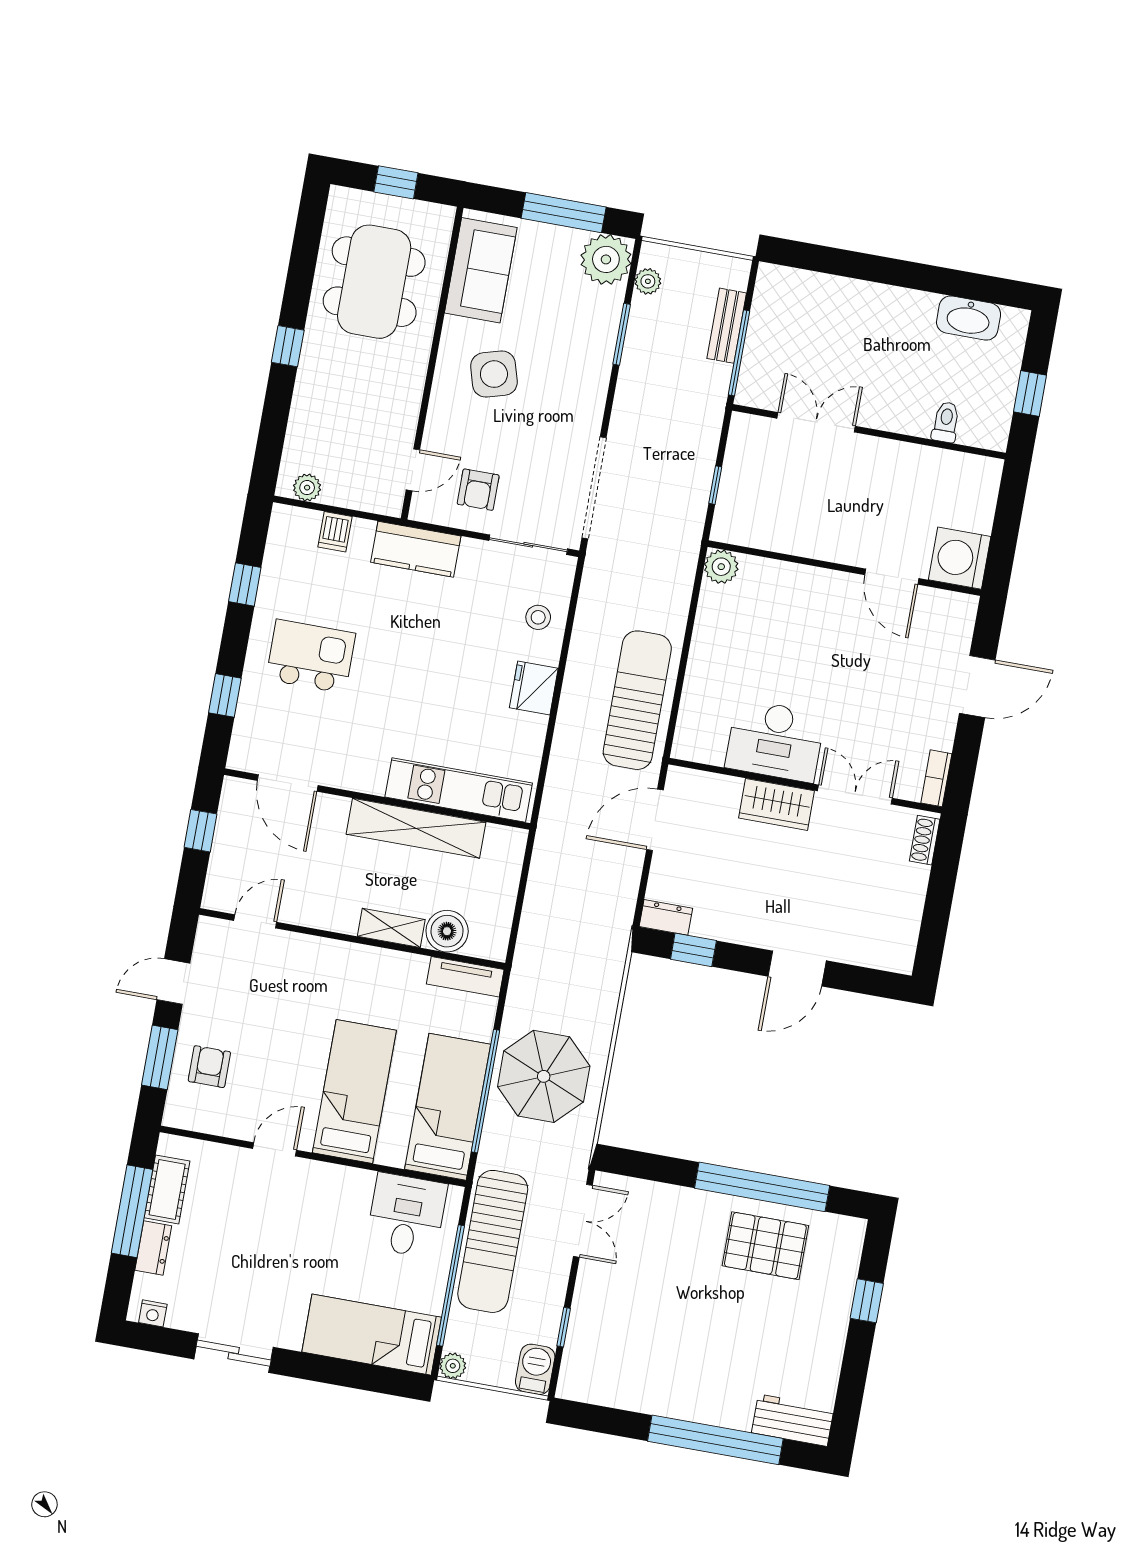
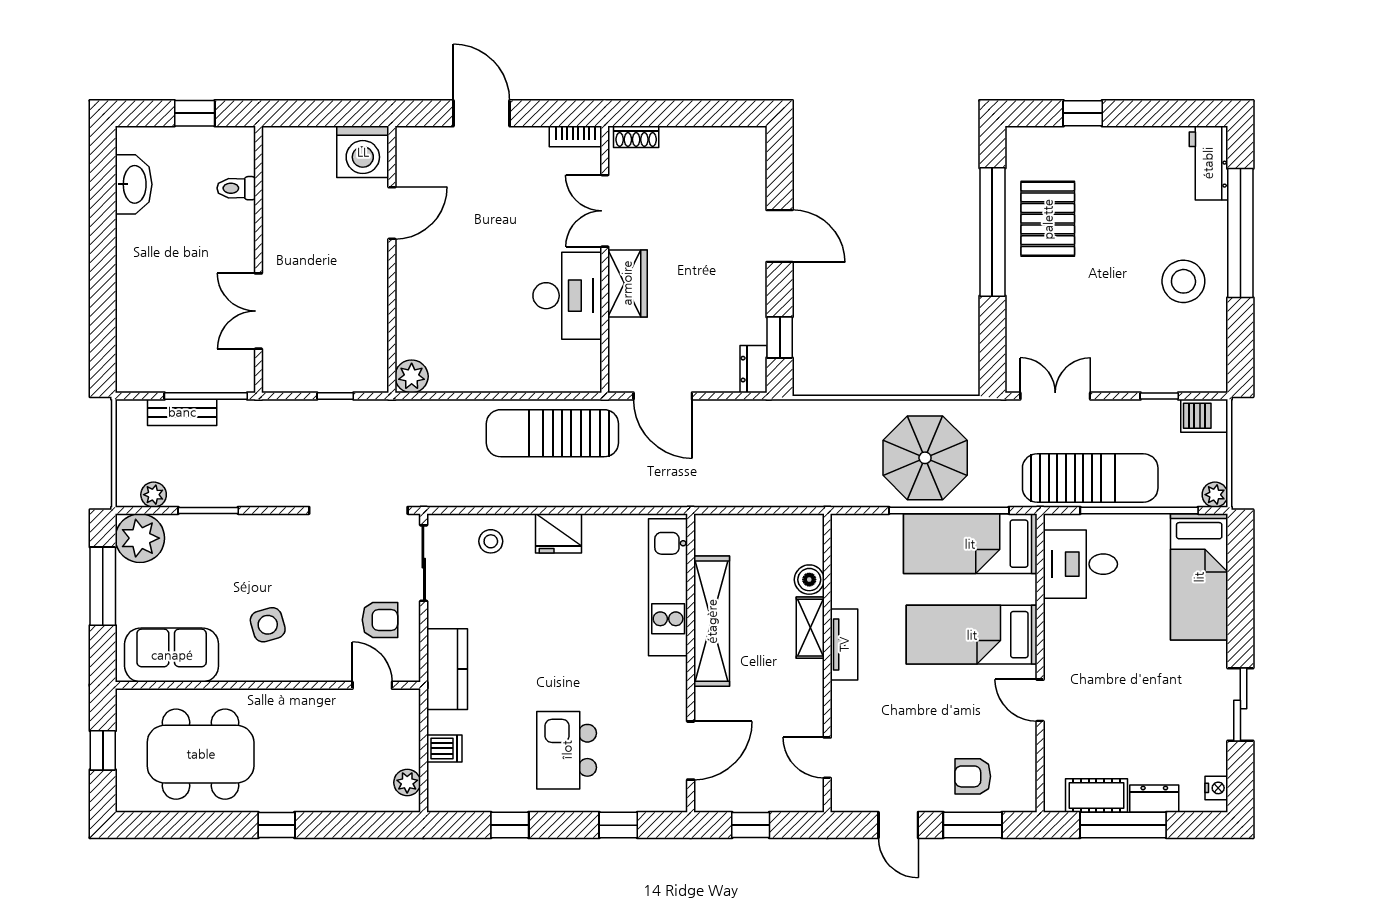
side table: (494, 374) -> (268, 625), width x0.73, depth x0.73
boiler: (447, 931) -> (809, 580), width x0.73, depth x0.73
tv unit: (465, 977) -> (844, 644), moved
stool: (676, 1373) -> (1183, 281), added

